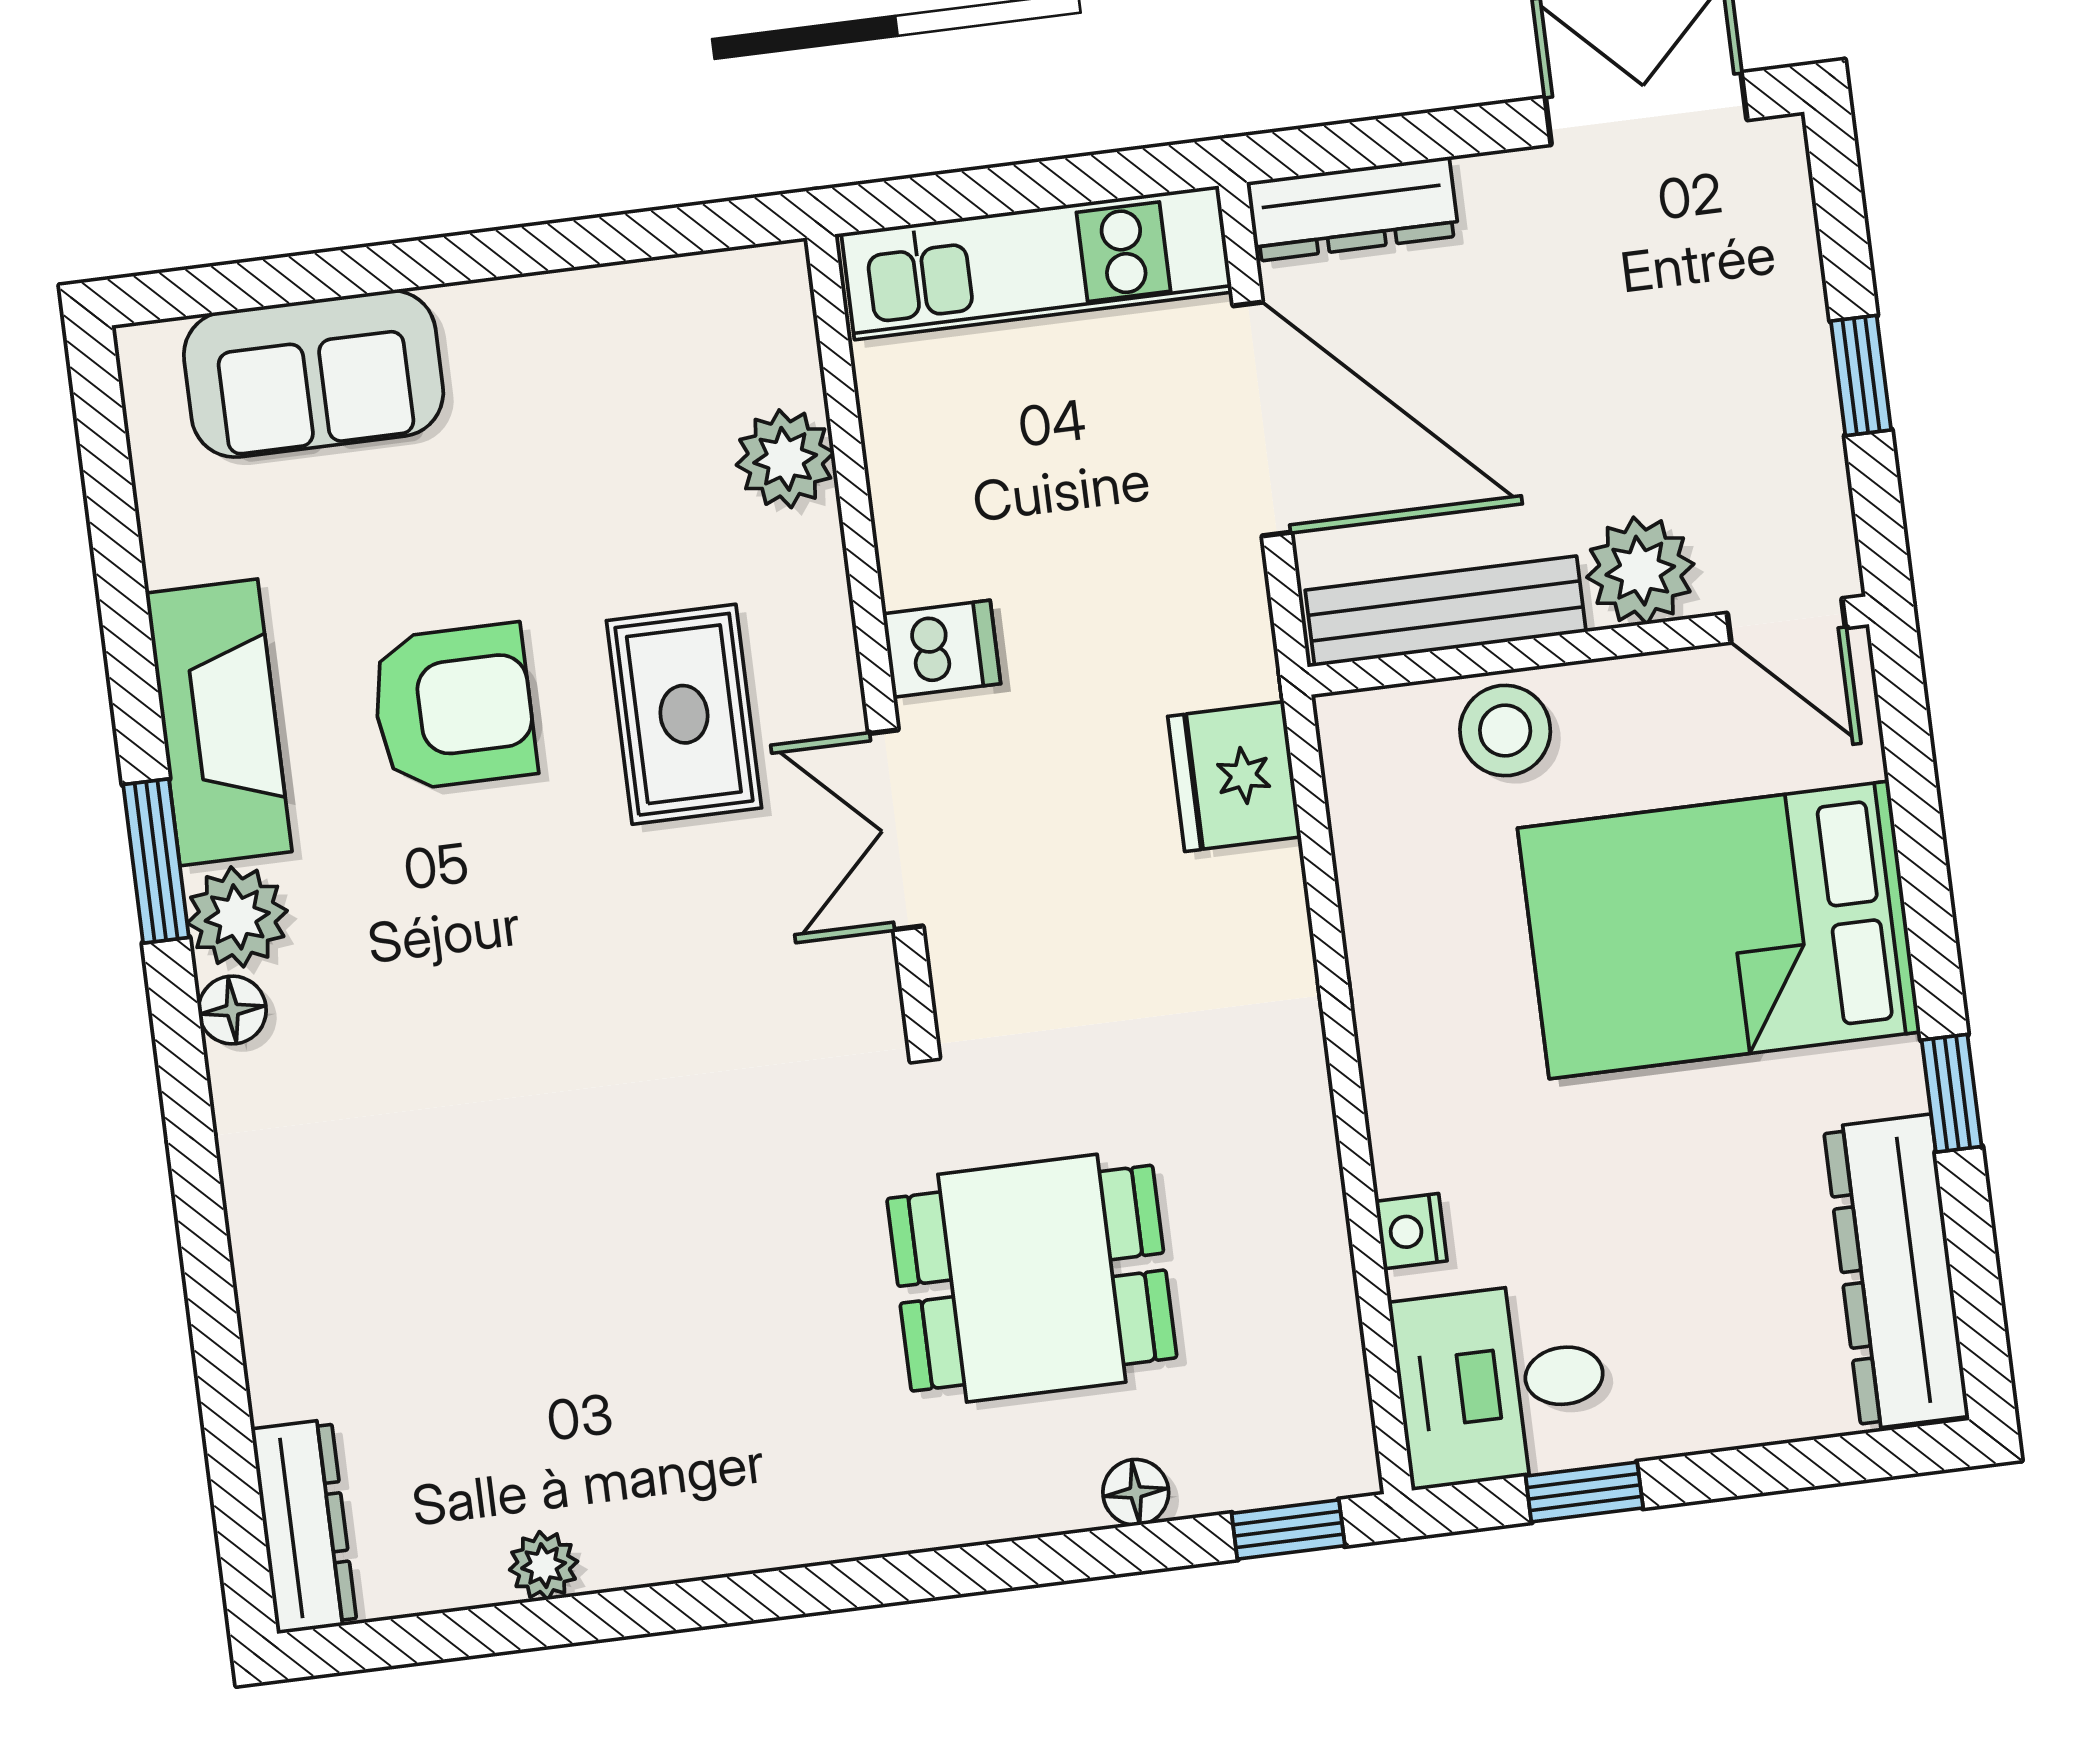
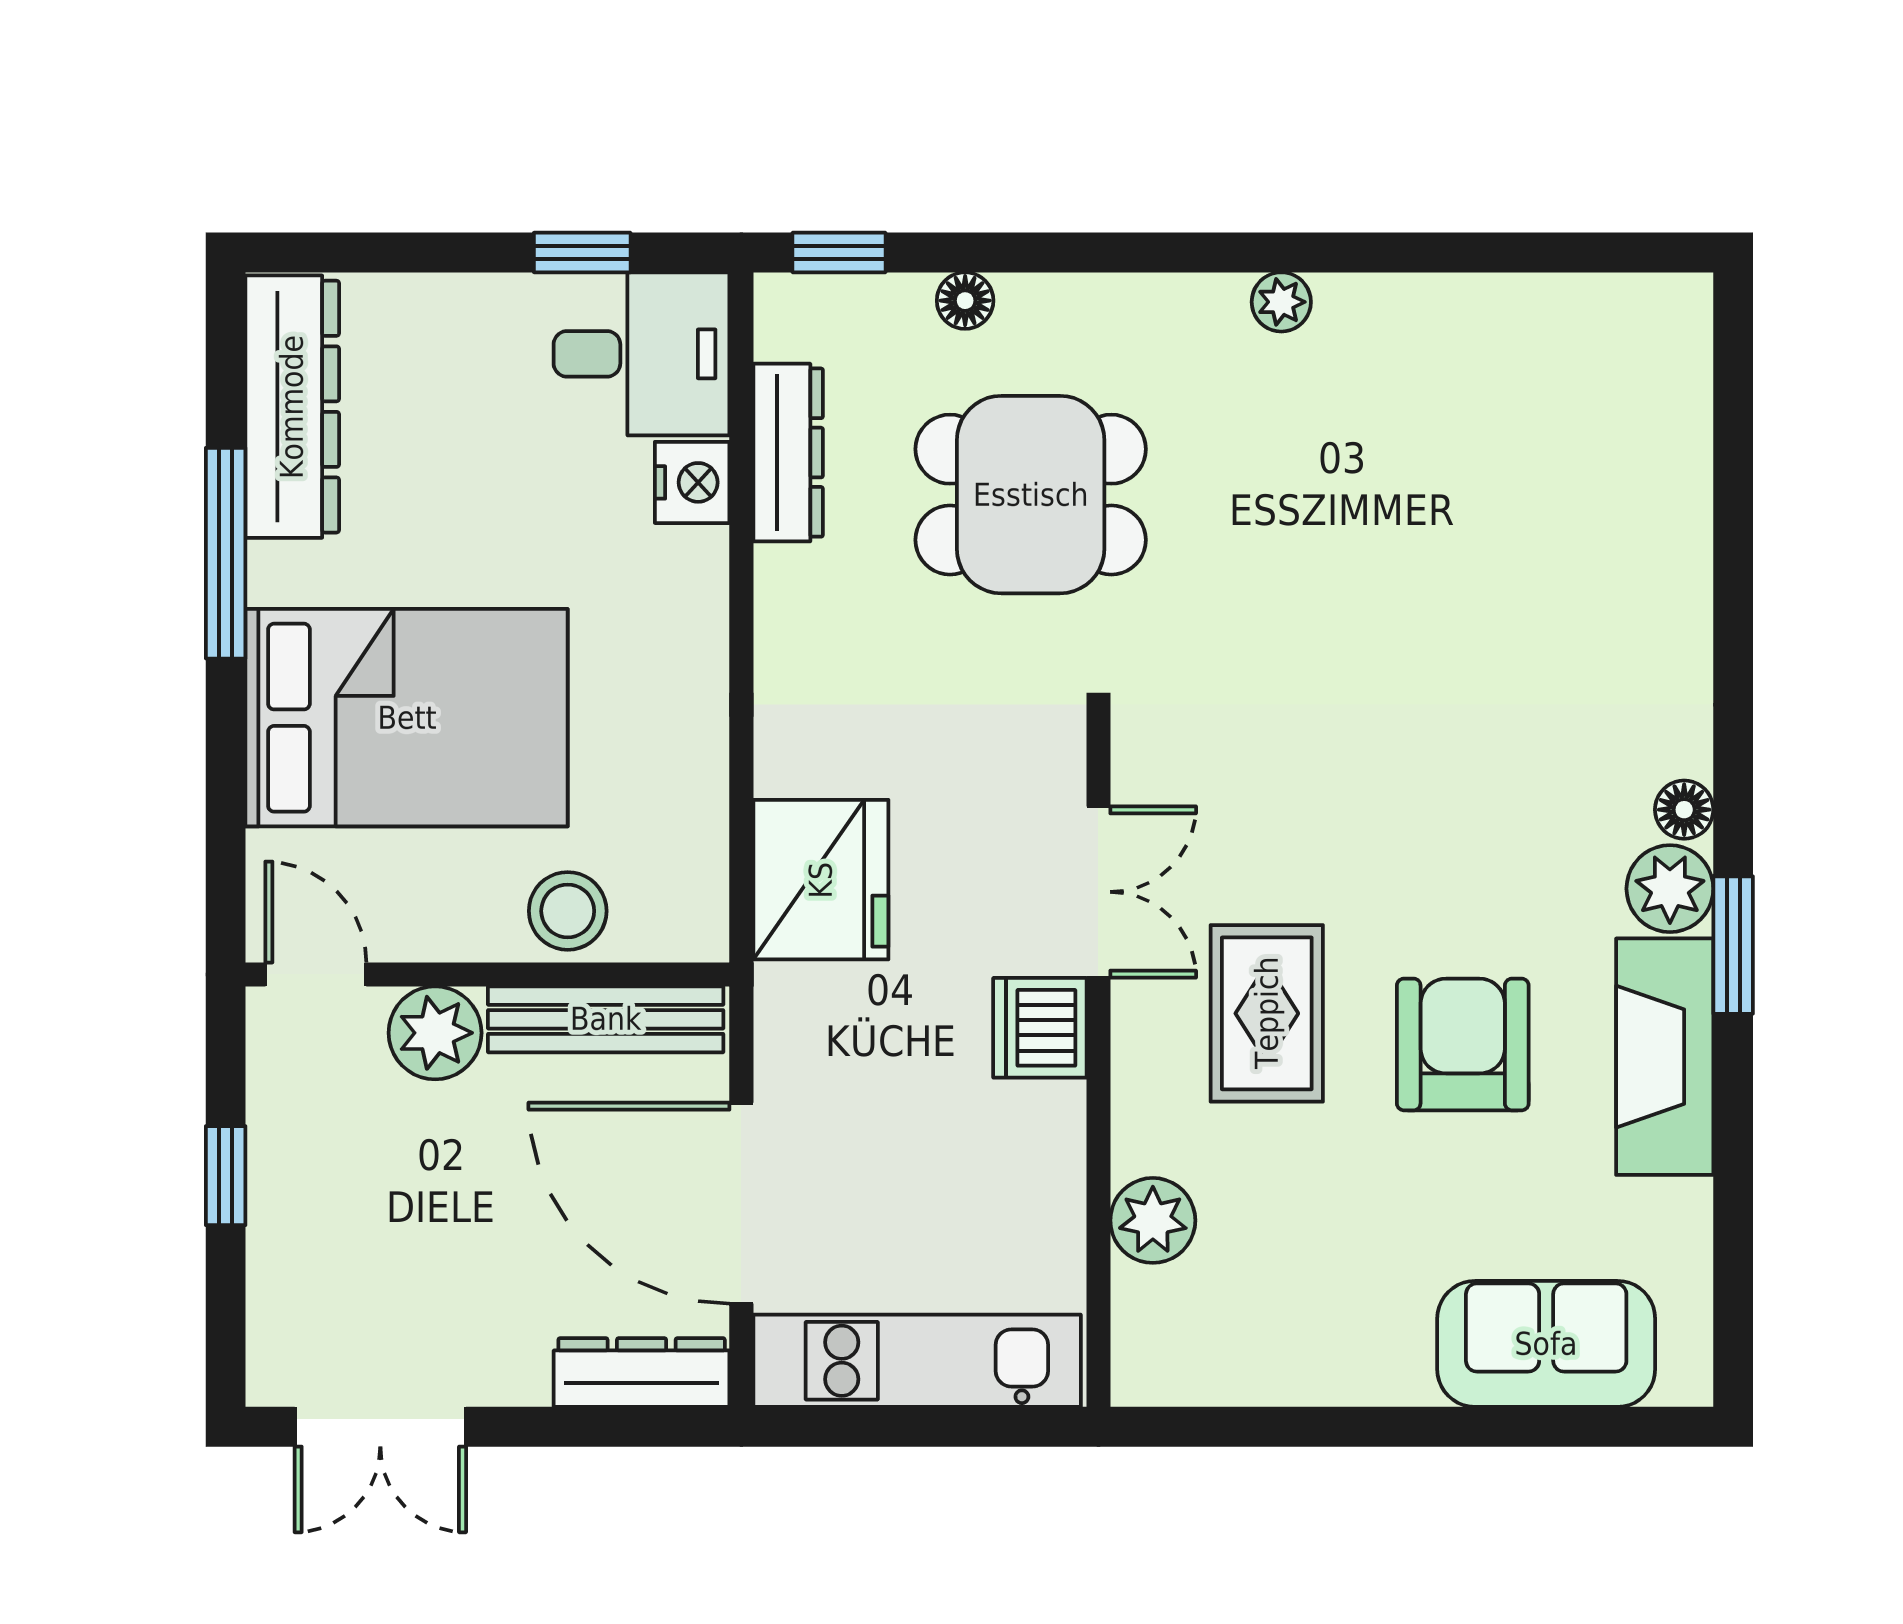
dishwasher: (942, 649) -> (1040, 1028), width x1.38
armchair: (453, 707) -> (1463, 1044), turned 90
fridge: (1234, 777) -> (821, 880), width x1.36, depth x1.34
window: (1952, 1093) -> (226, 553), width x2.17
nightstand: (1411, 1231) -> (692, 482), width x1.39, depth x1.35
dresser: (304, 1526) -> (788, 453), moved, turned 180
plant: (544, 1566) -> (1281, 302), moved

